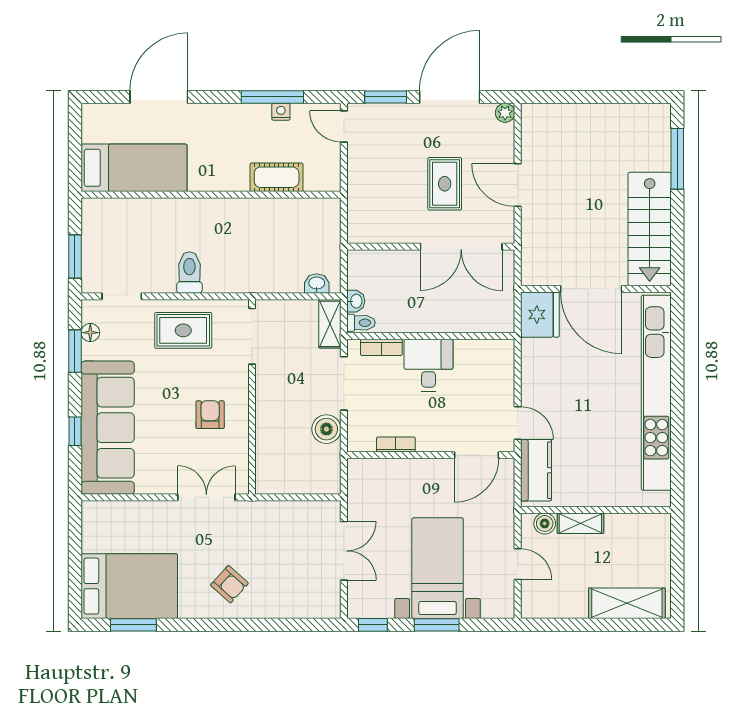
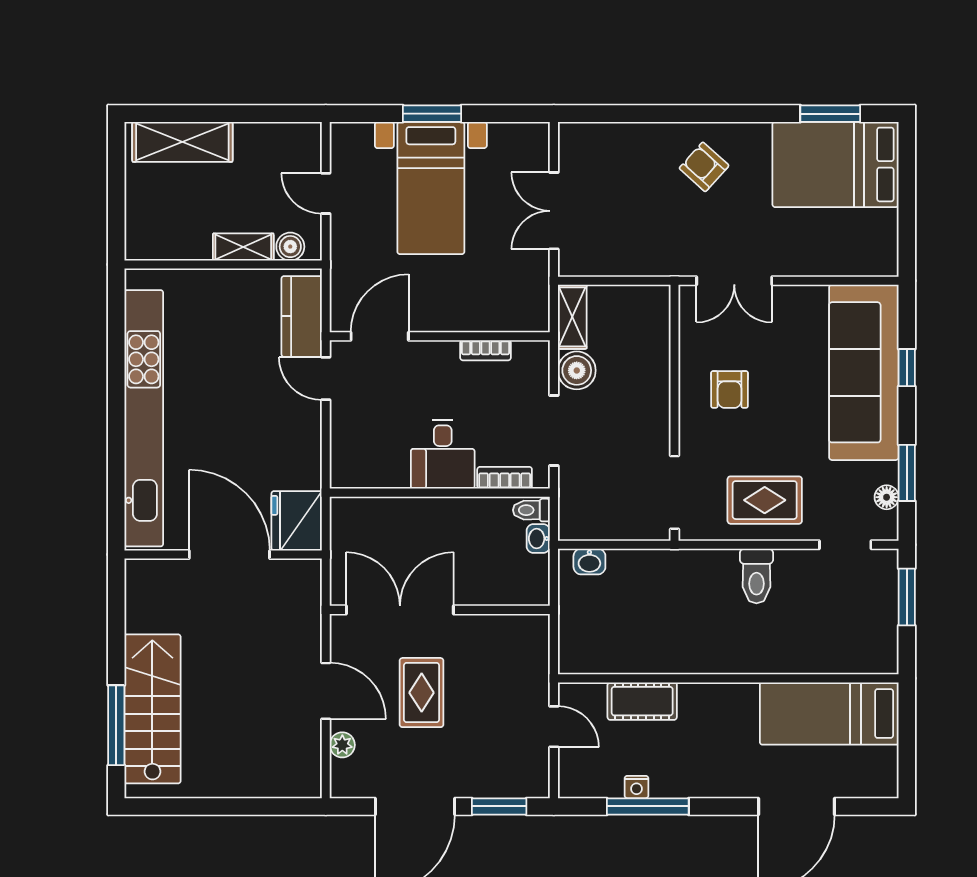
plant: (505, 113) -> (342, 745), moved
door: (344, 126) -> (554, 727), moved
stairs: (650, 229) -> (152, 709), moved
shelving: (330, 324) -> (572, 317), moved
window: (373, 625) -> (516, 114), removed

